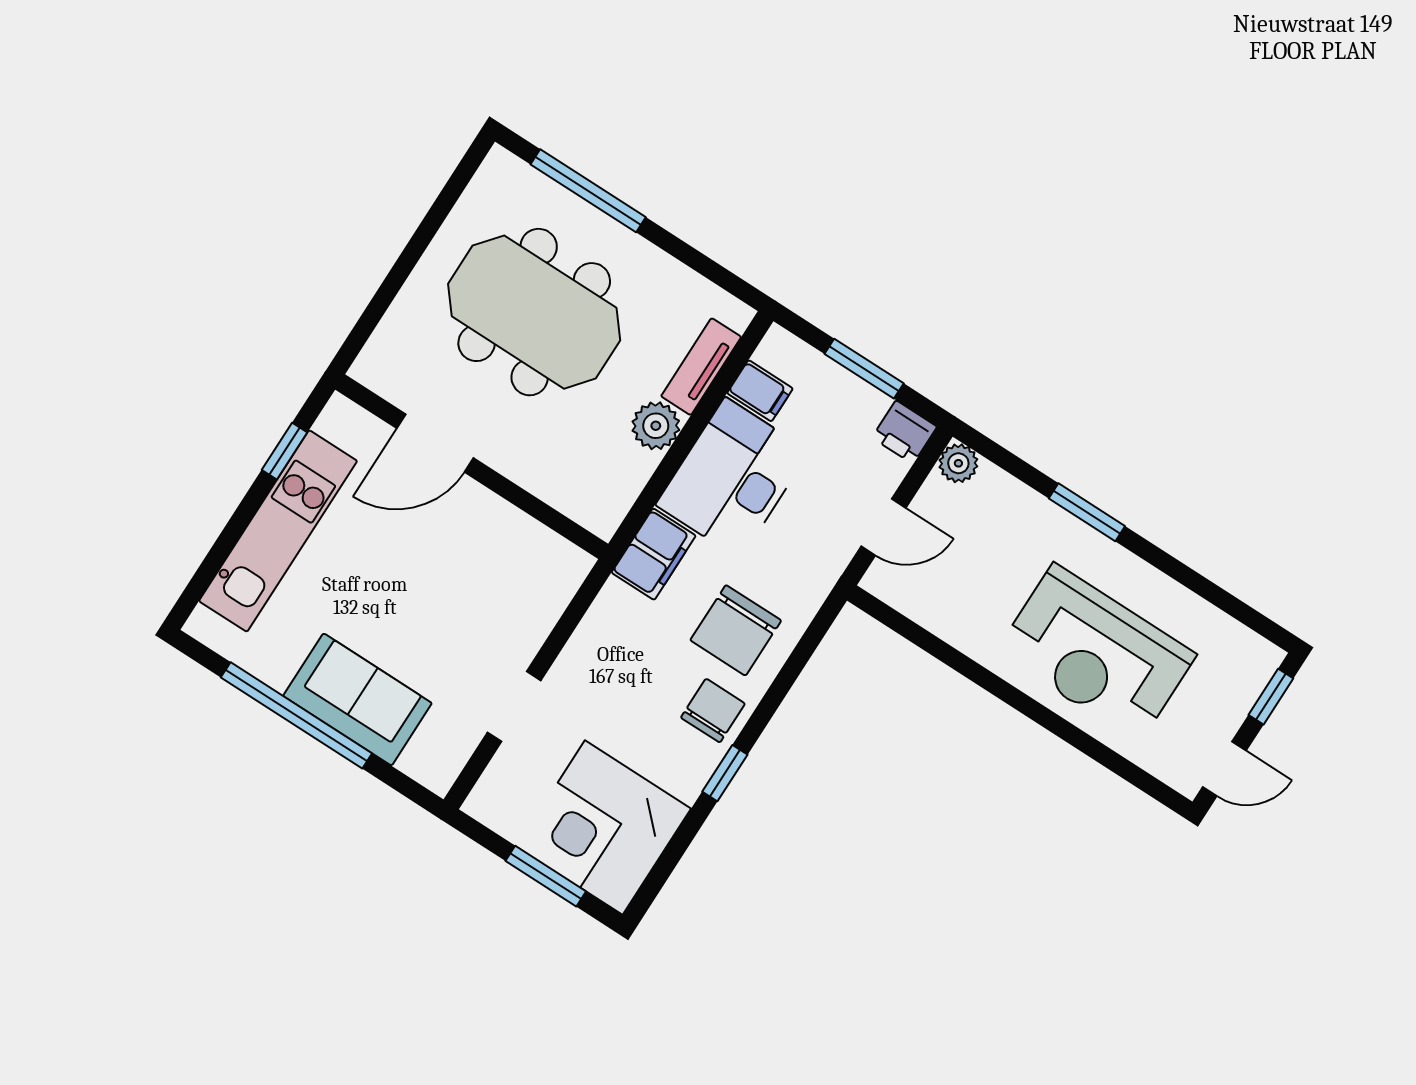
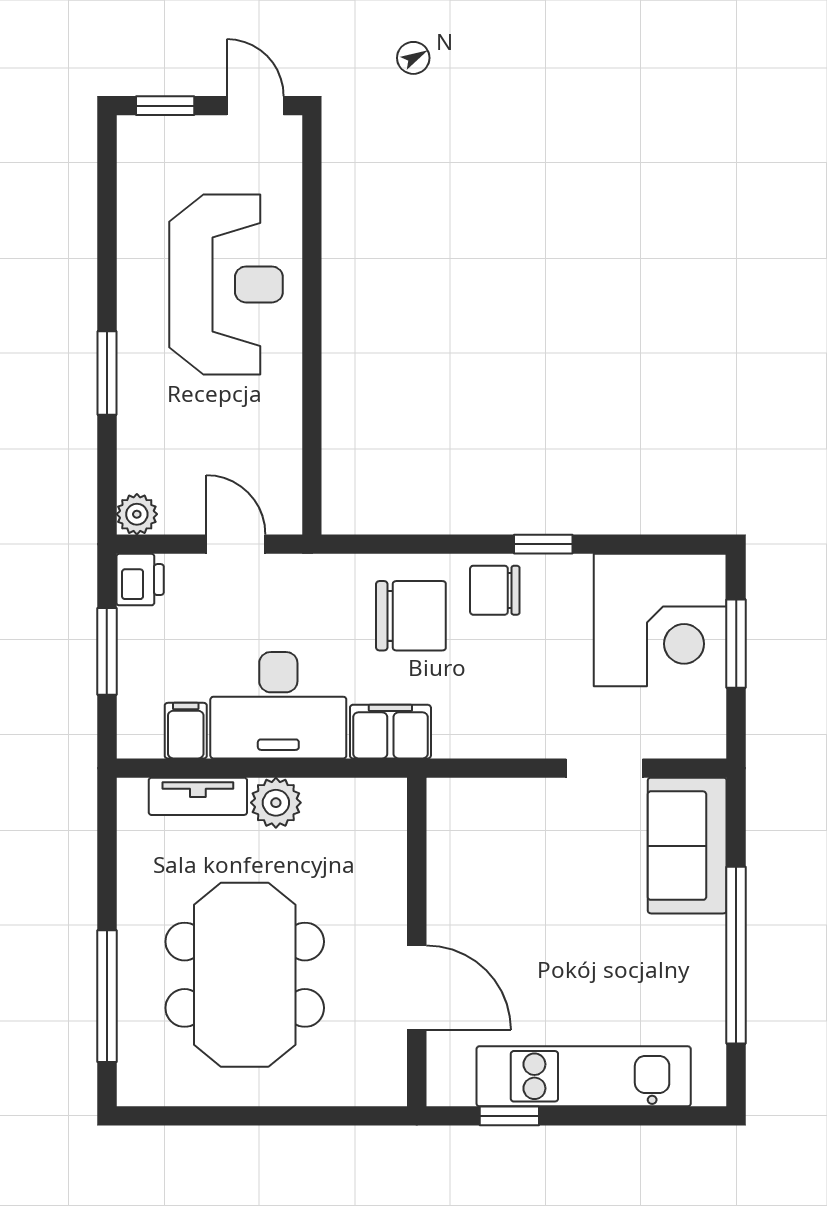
sofa: (357, 699) -> (687, 846), moved

